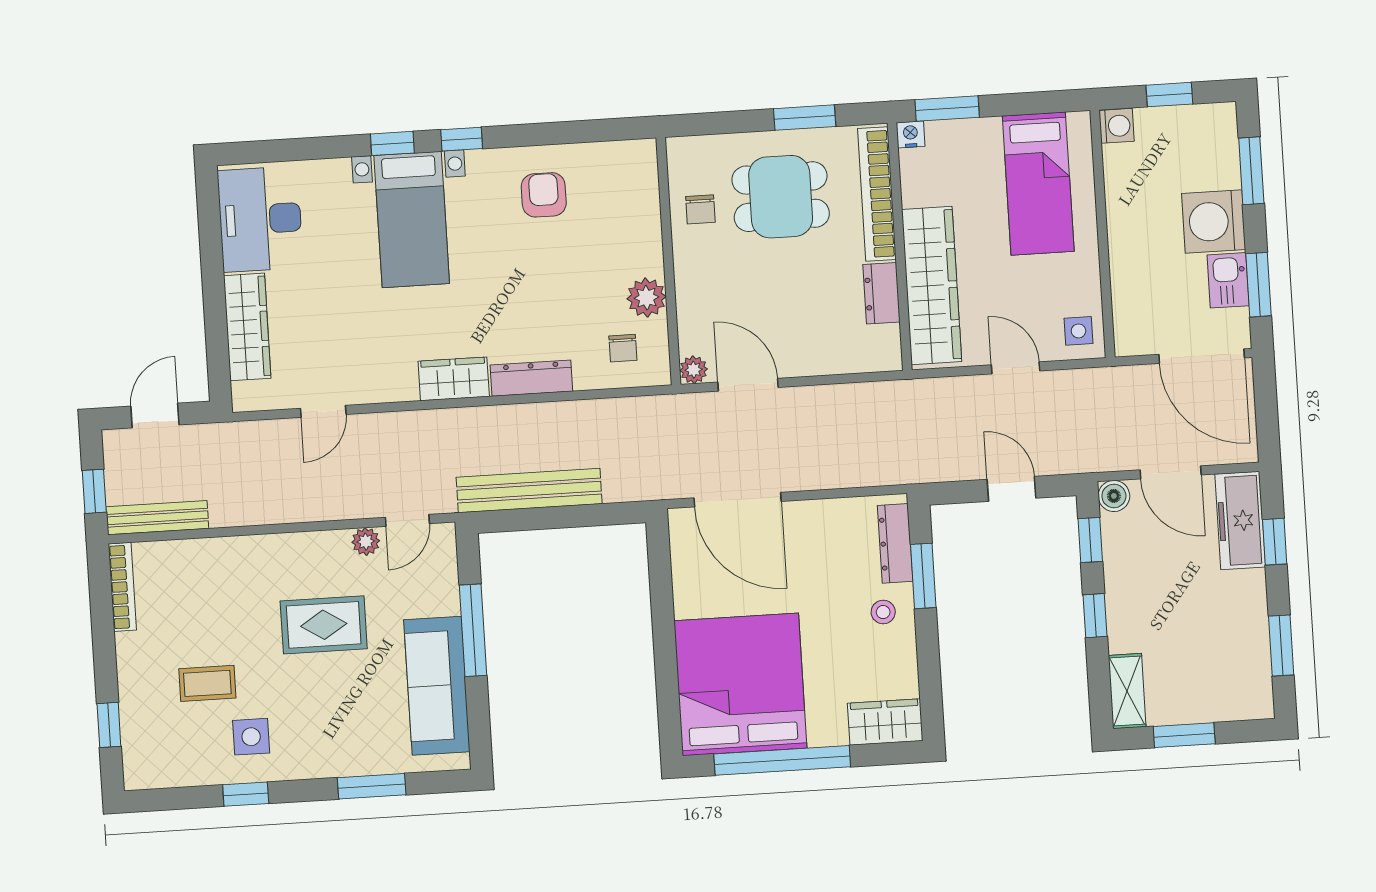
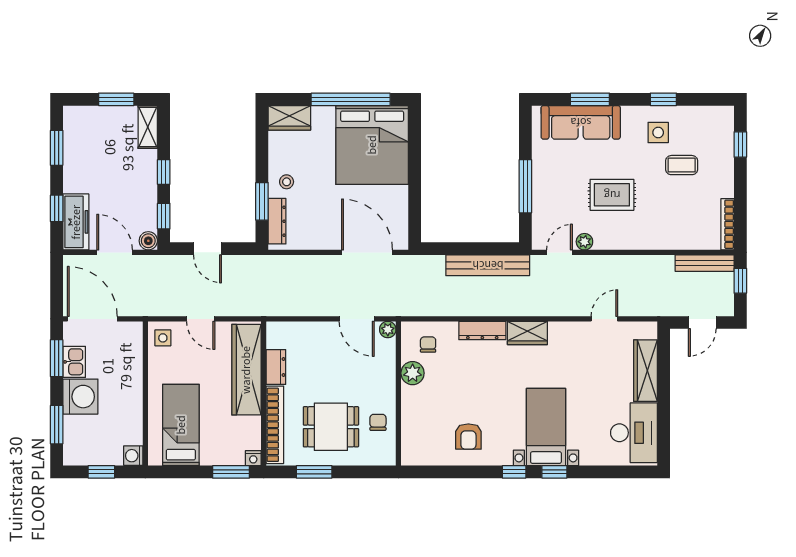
sofa: (437, 686) -> (581, 122), moved, turned 90

